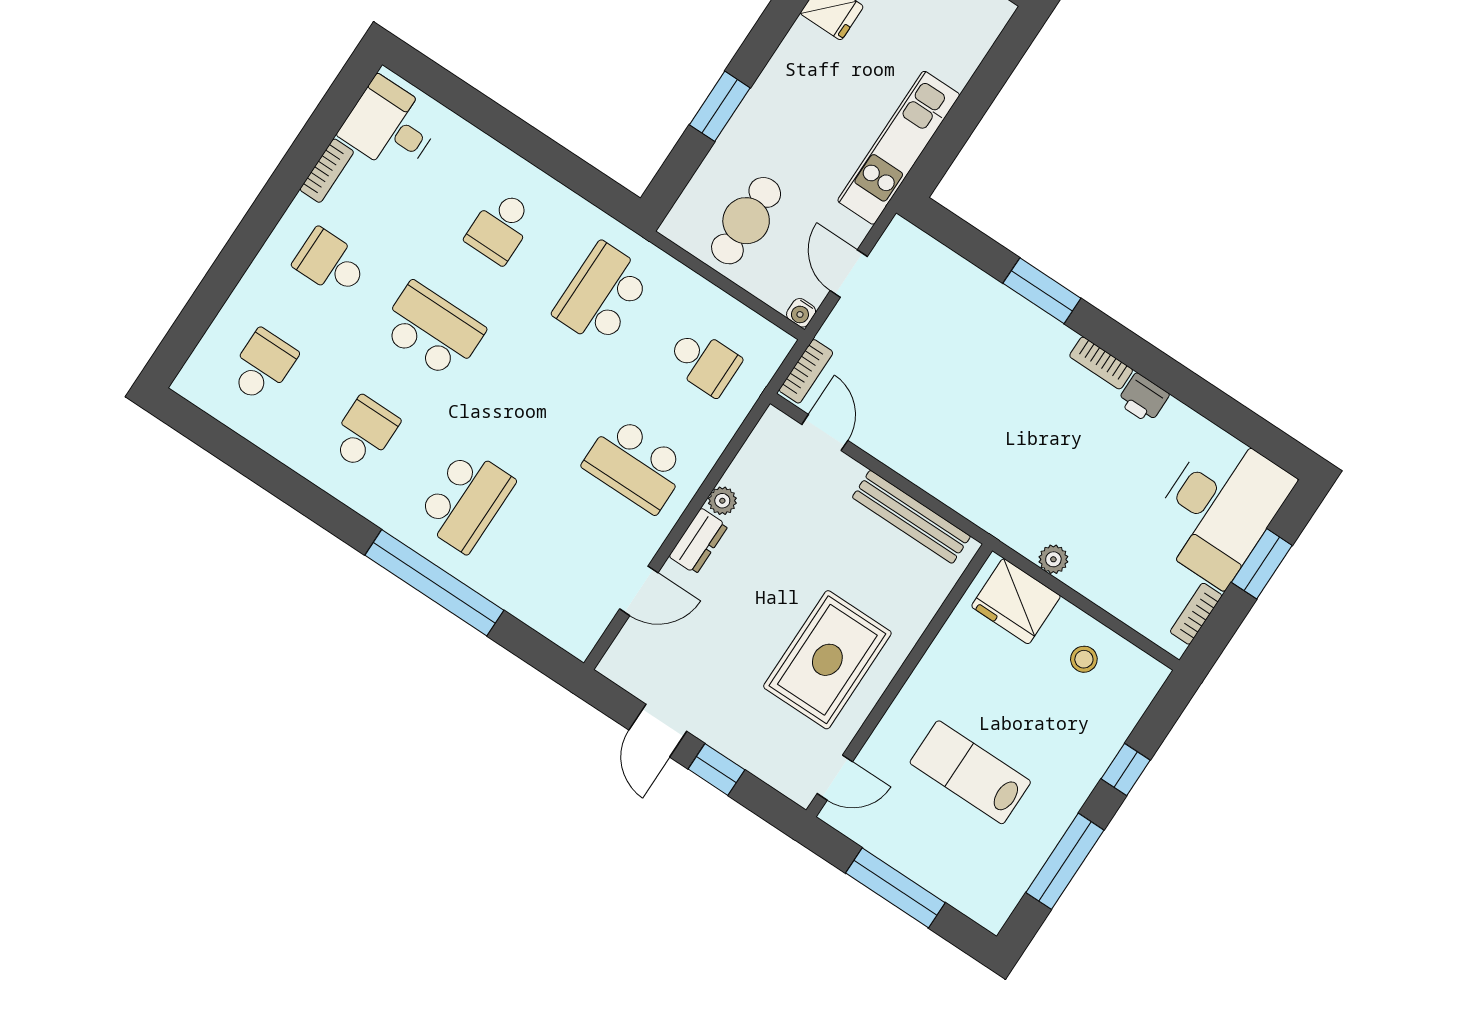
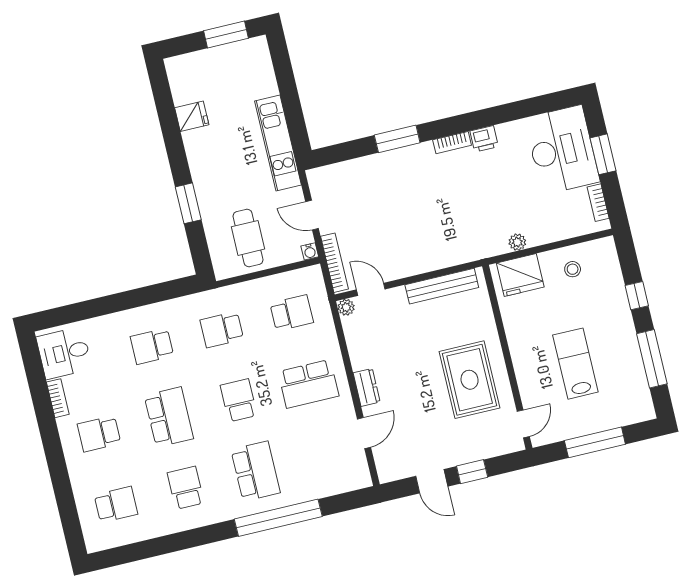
school desk: (500, 227) -> (152, 346), turned 90
school desk: (602, 294) -> (222, 330), width x0.54
school desk: (432, 330) -> (169, 417), turned 90
school desk: (262, 366) -> (116, 504), turned 90
bookcase: (806, 371) -> (334, 263), width x1.56
school desk: (534, 397) -> (239, 400), added
plant: (722, 501) -> (346, 307), moved
lab bench: (970, 772) -> (575, 364), turned 90

